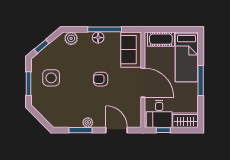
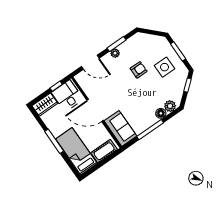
floor lamp: (98, 38) -> (161, 113), moved
armchair: (101, 79) -> (139, 70), moved

